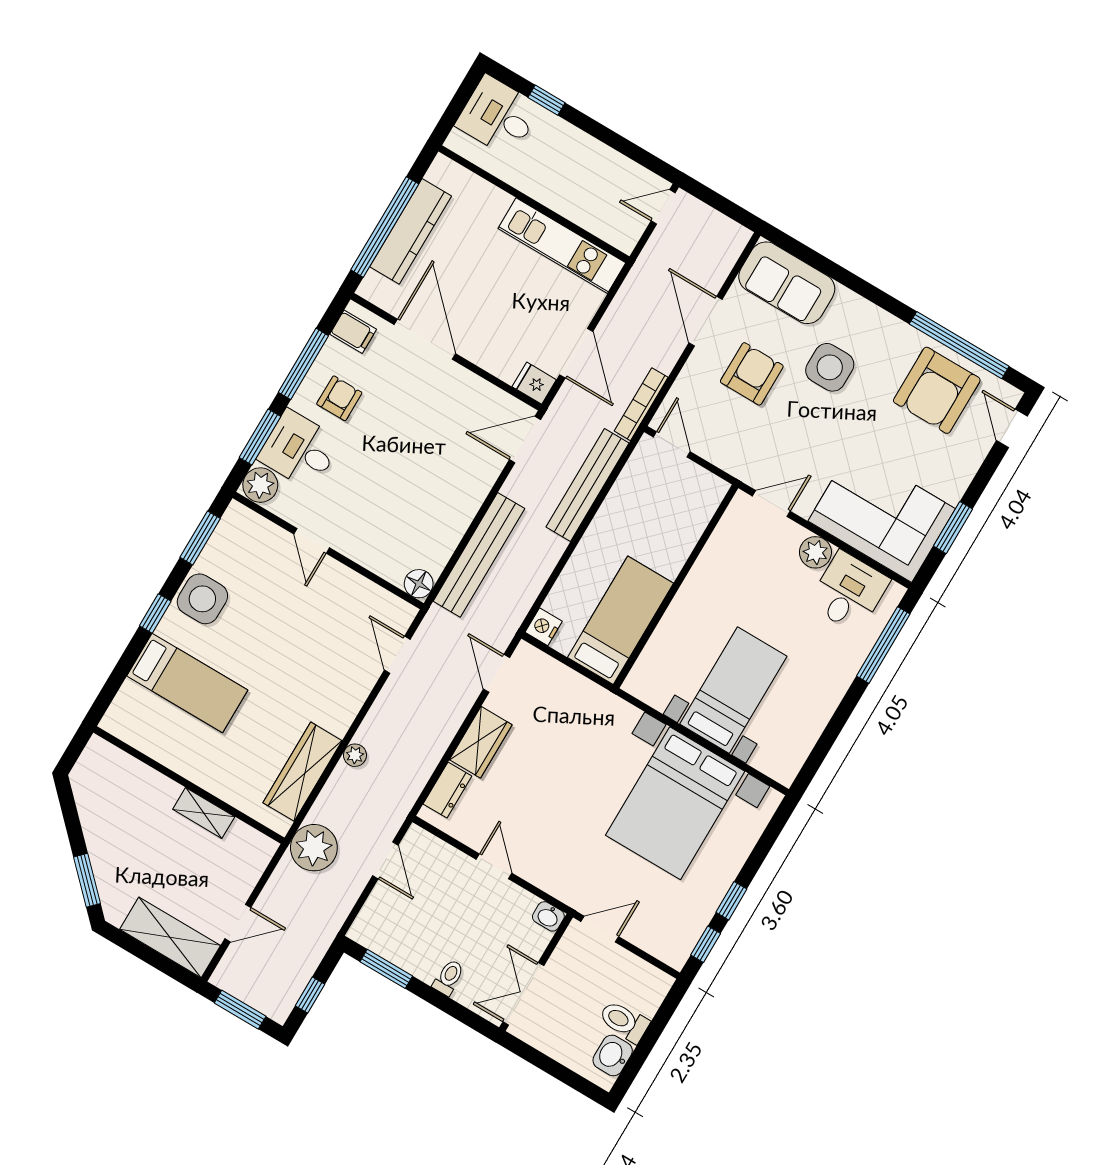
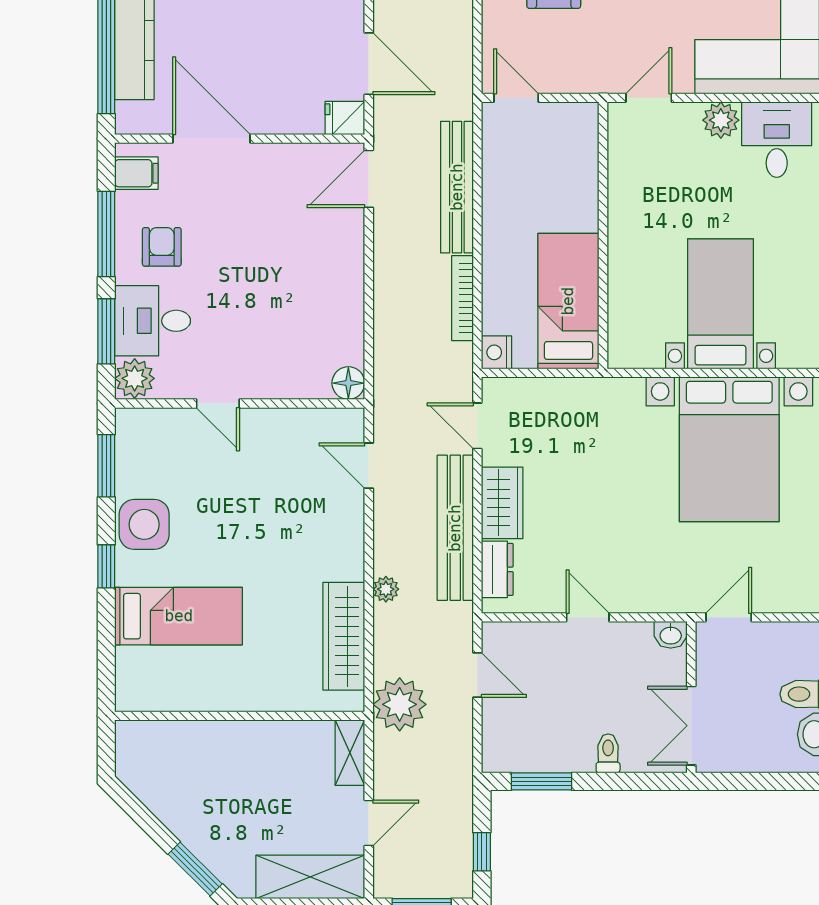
bookcase: (641, 404) -> (462, 298), moved
bench: (479, 555) -> (455, 528), moved
shelving: (204, 813) -> (350, 753), moved, turned 90

